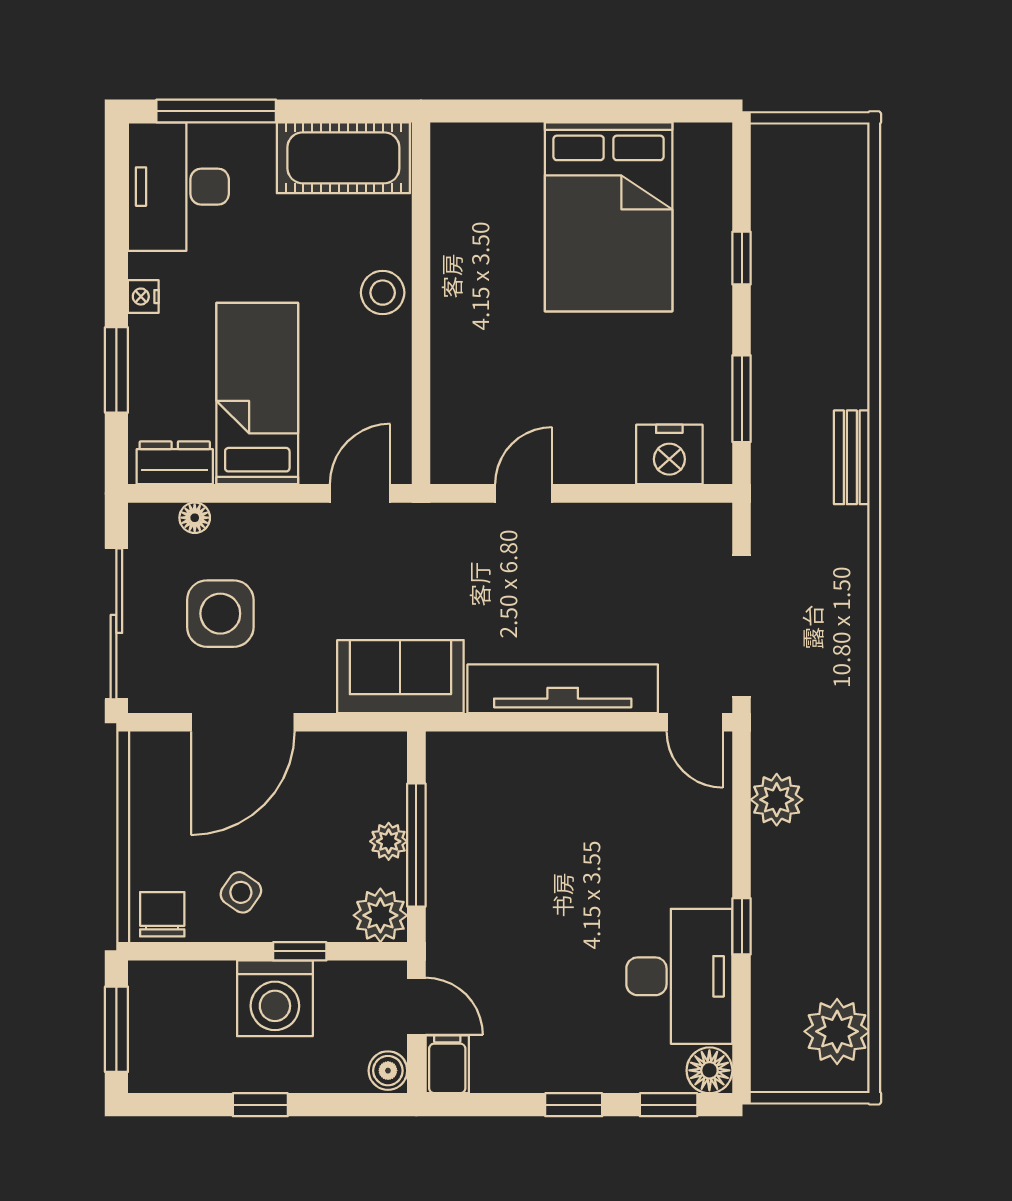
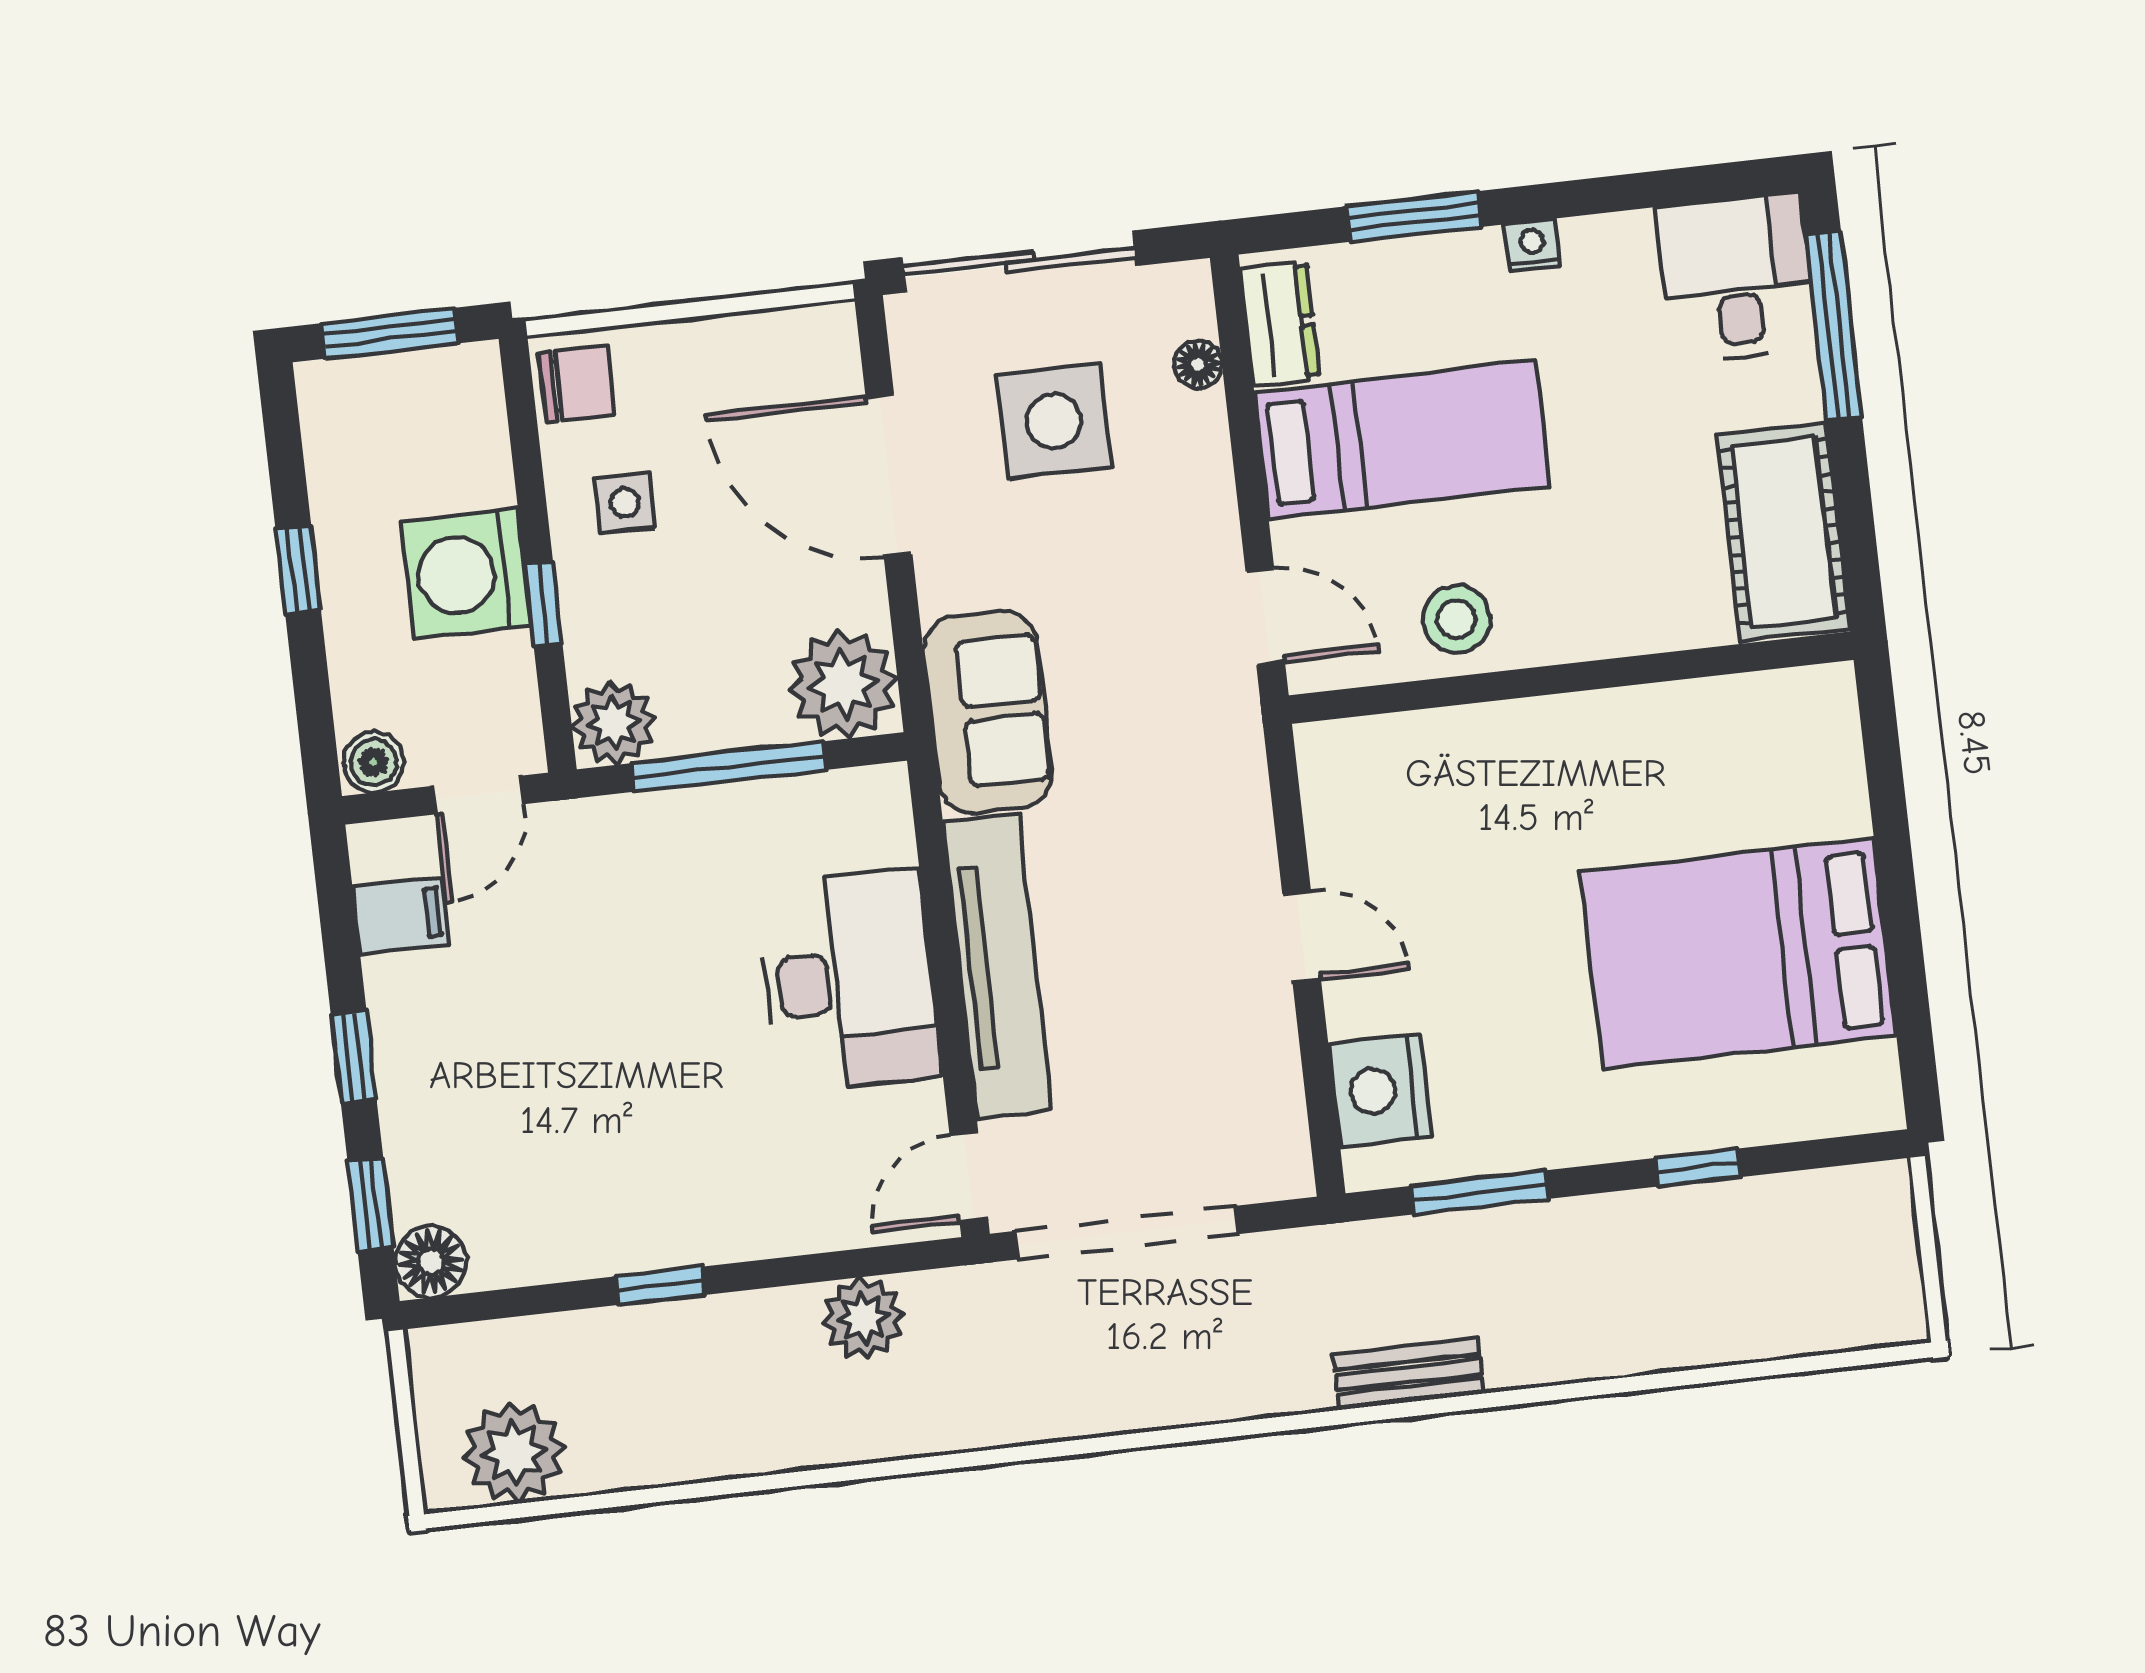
desk: (178, 187) -> (1736, 277), width x0.73
stool: (383, 293) -> (1457, 619), moved
door: (524, 493) -> (1302, 937), moved
plant: (389, 841) -> (843, 684), moved, width x1.87, depth x1.87
side table: (241, 892) -> (625, 502), turned -34
desk: (679, 976) -> (849, 981), moved, turned -90
filing cabinet: (447, 1064) -> (401, 916), moved

